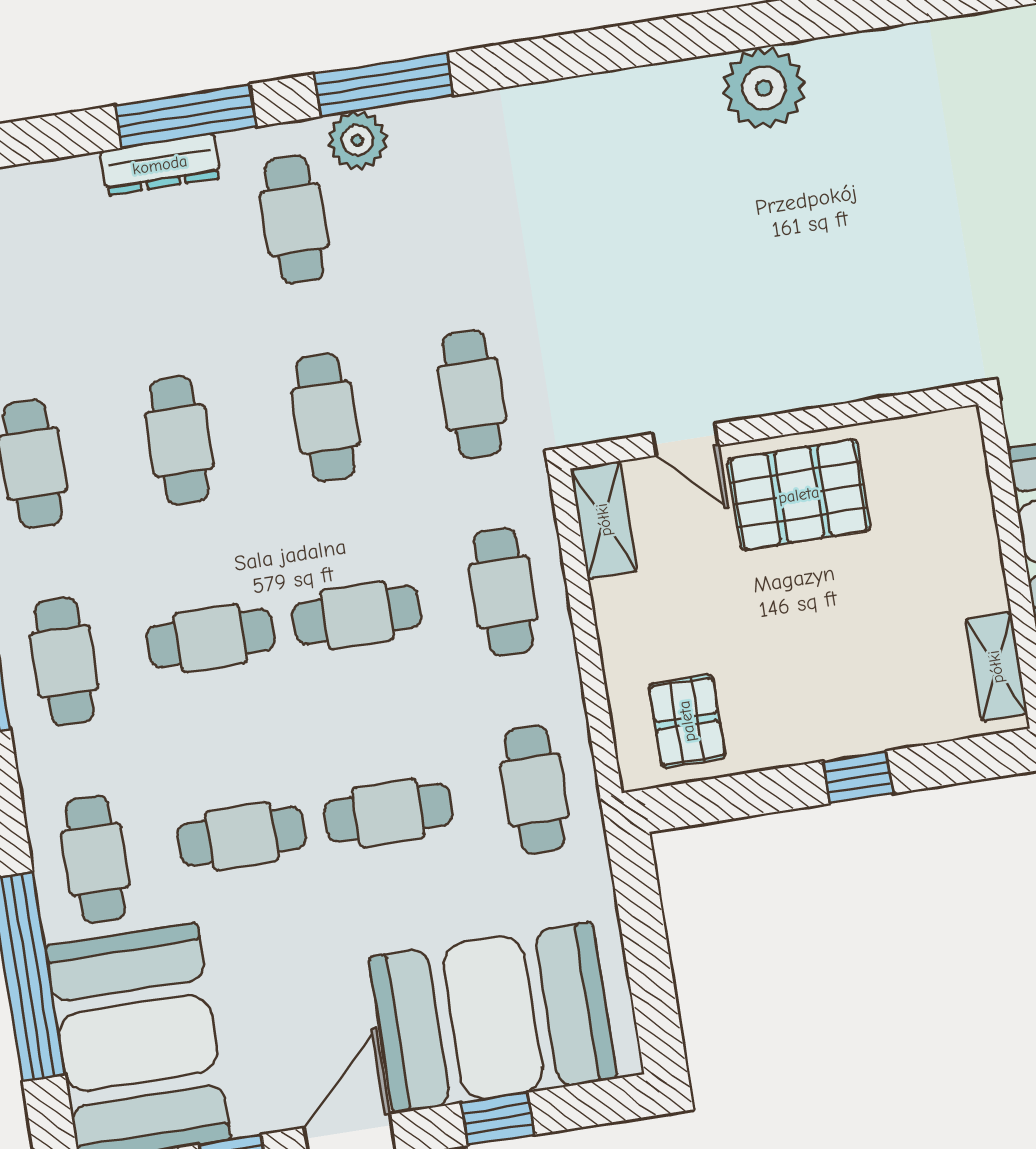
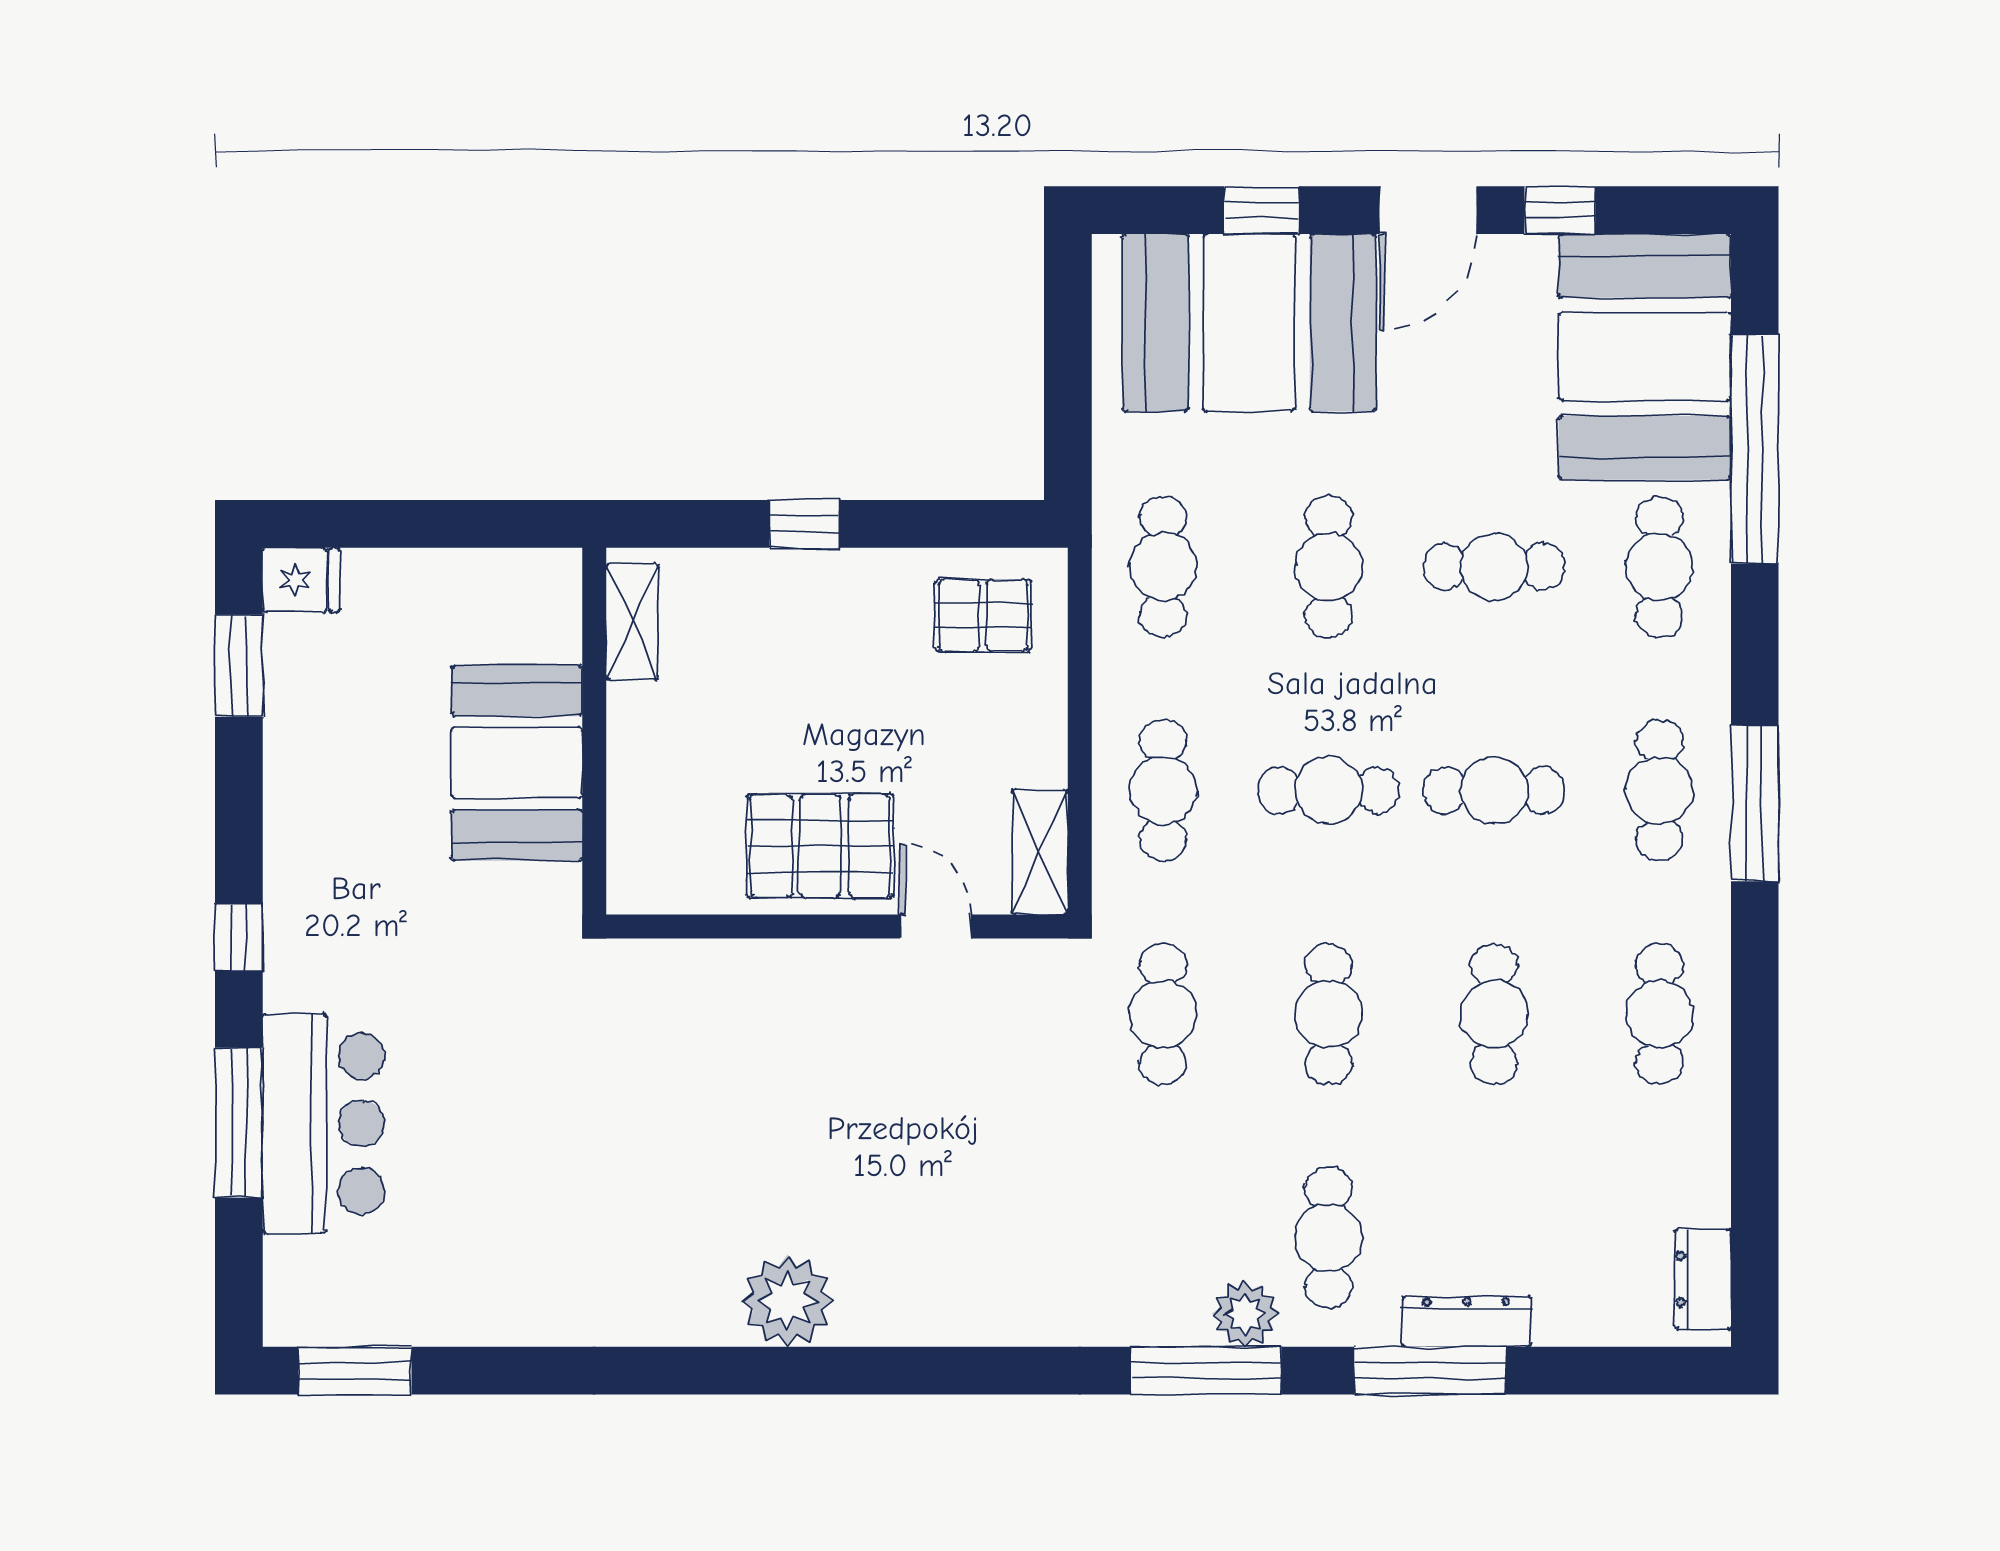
pallet: (687, 721) -> (983, 616), turned 90
cafe table: (388, 813) -> (1329, 567), turned 90

